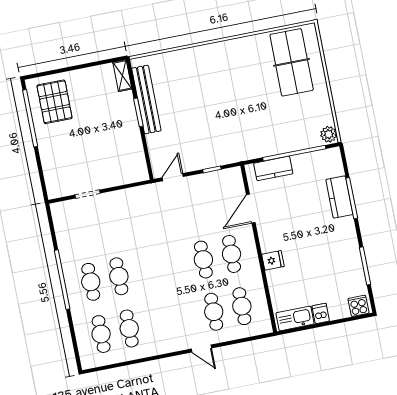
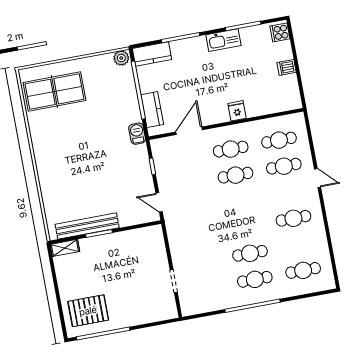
barbecue: (247, 152) -> (137, 134), added
kitchen counter: (339, 197) -> (152, 54), moved
door: (251, 209) -> (189, 131), swing flipped
kitchen sink: (295, 318) -> (223, 40), moved, turned -90
cafe table: (129, 328) -> (293, 218), moved
door: (201, 348) -> (318, 178), hinge flipped

